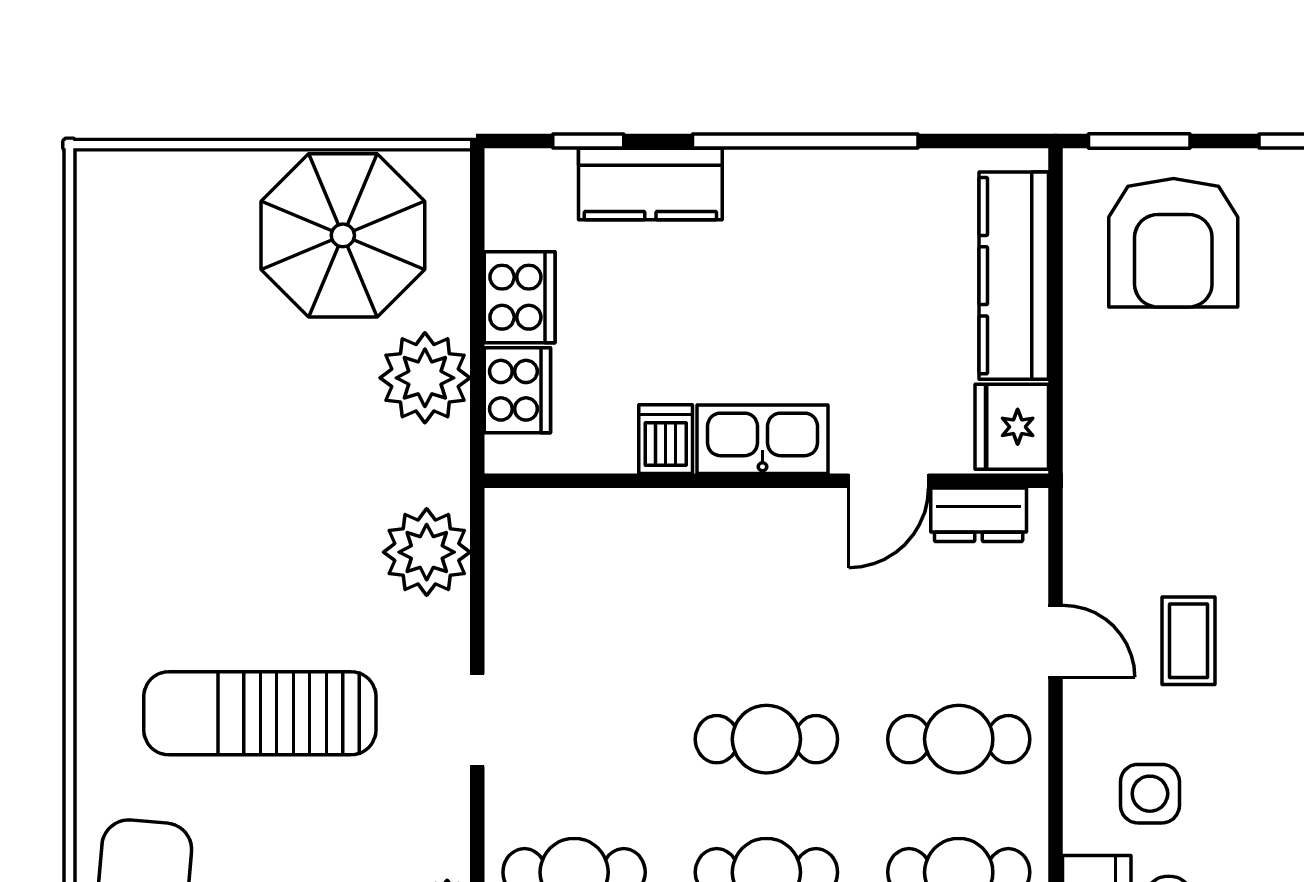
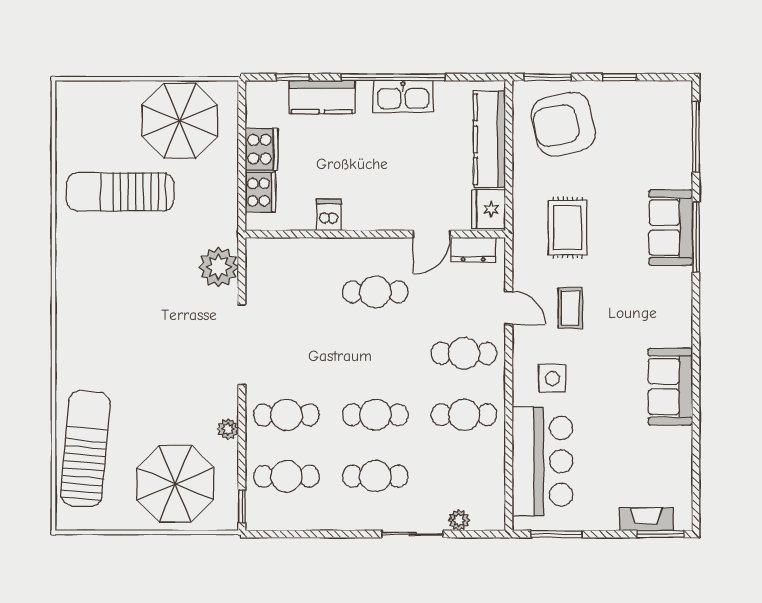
armchair: (1173, 243) -> (563, 124), turned 78
plant: (425, 378) -> (218, 186), removed
kitchen sink: (763, 439) -> (403, 96), moved, turned 180
rug: (1183, 467) -> (568, 228), added
sun lounger: (260, 713) -> (120, 192), moved
doorway: (477, 720) -> (242, 345), width x1.87
cafe table: (766, 739) -> (375, 292), moved

